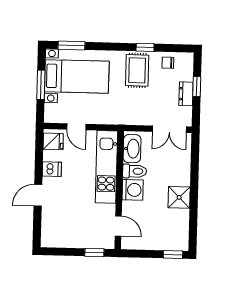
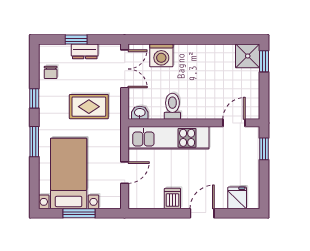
window: (71, 46) -> (34, 142), moved
rug: (137, 70) -> (89, 107), moved
fridge: (53, 141) -> (237, 198), moved
washbasin: (132, 149) -> (140, 113), width x0.52, depth x0.69
washing machine: (133, 190) -> (161, 55), moved, turned 180
door: (38, 195) -> (202, 213), swing flipped
shower: (179, 197) -> (248, 56), moved

